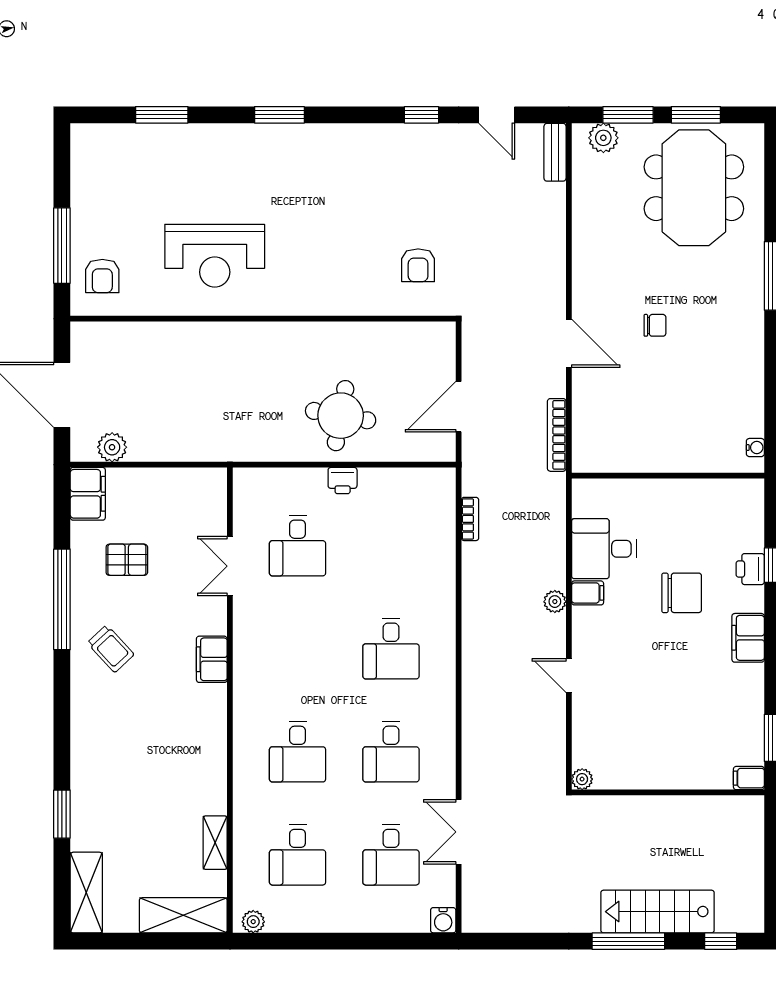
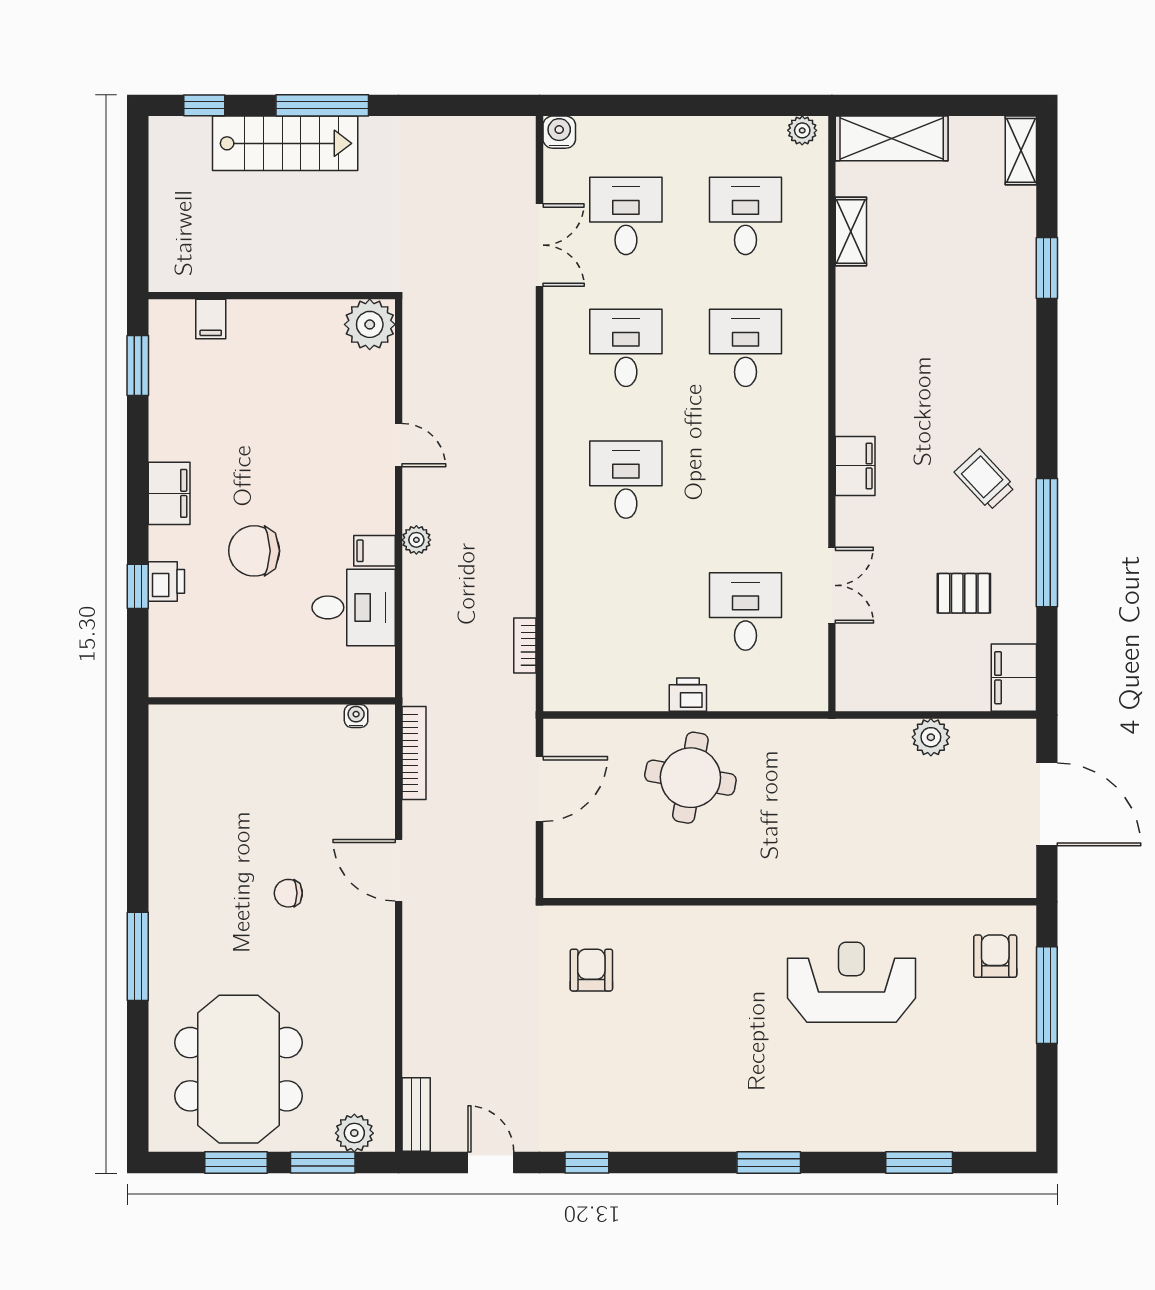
plant: (112, 447) -> (931, 737), moved
water cooler: (755, 448) -> (356, 716), moved, turned 90
filing cabinet: (749, 778) -> (211, 319), moved, turned 90
plant: (582, 779) -> (370, 324), width x1.87, depth x1.87
shelving: (86, 893) -> (1021, 150), width x0.67, depth x0.75

